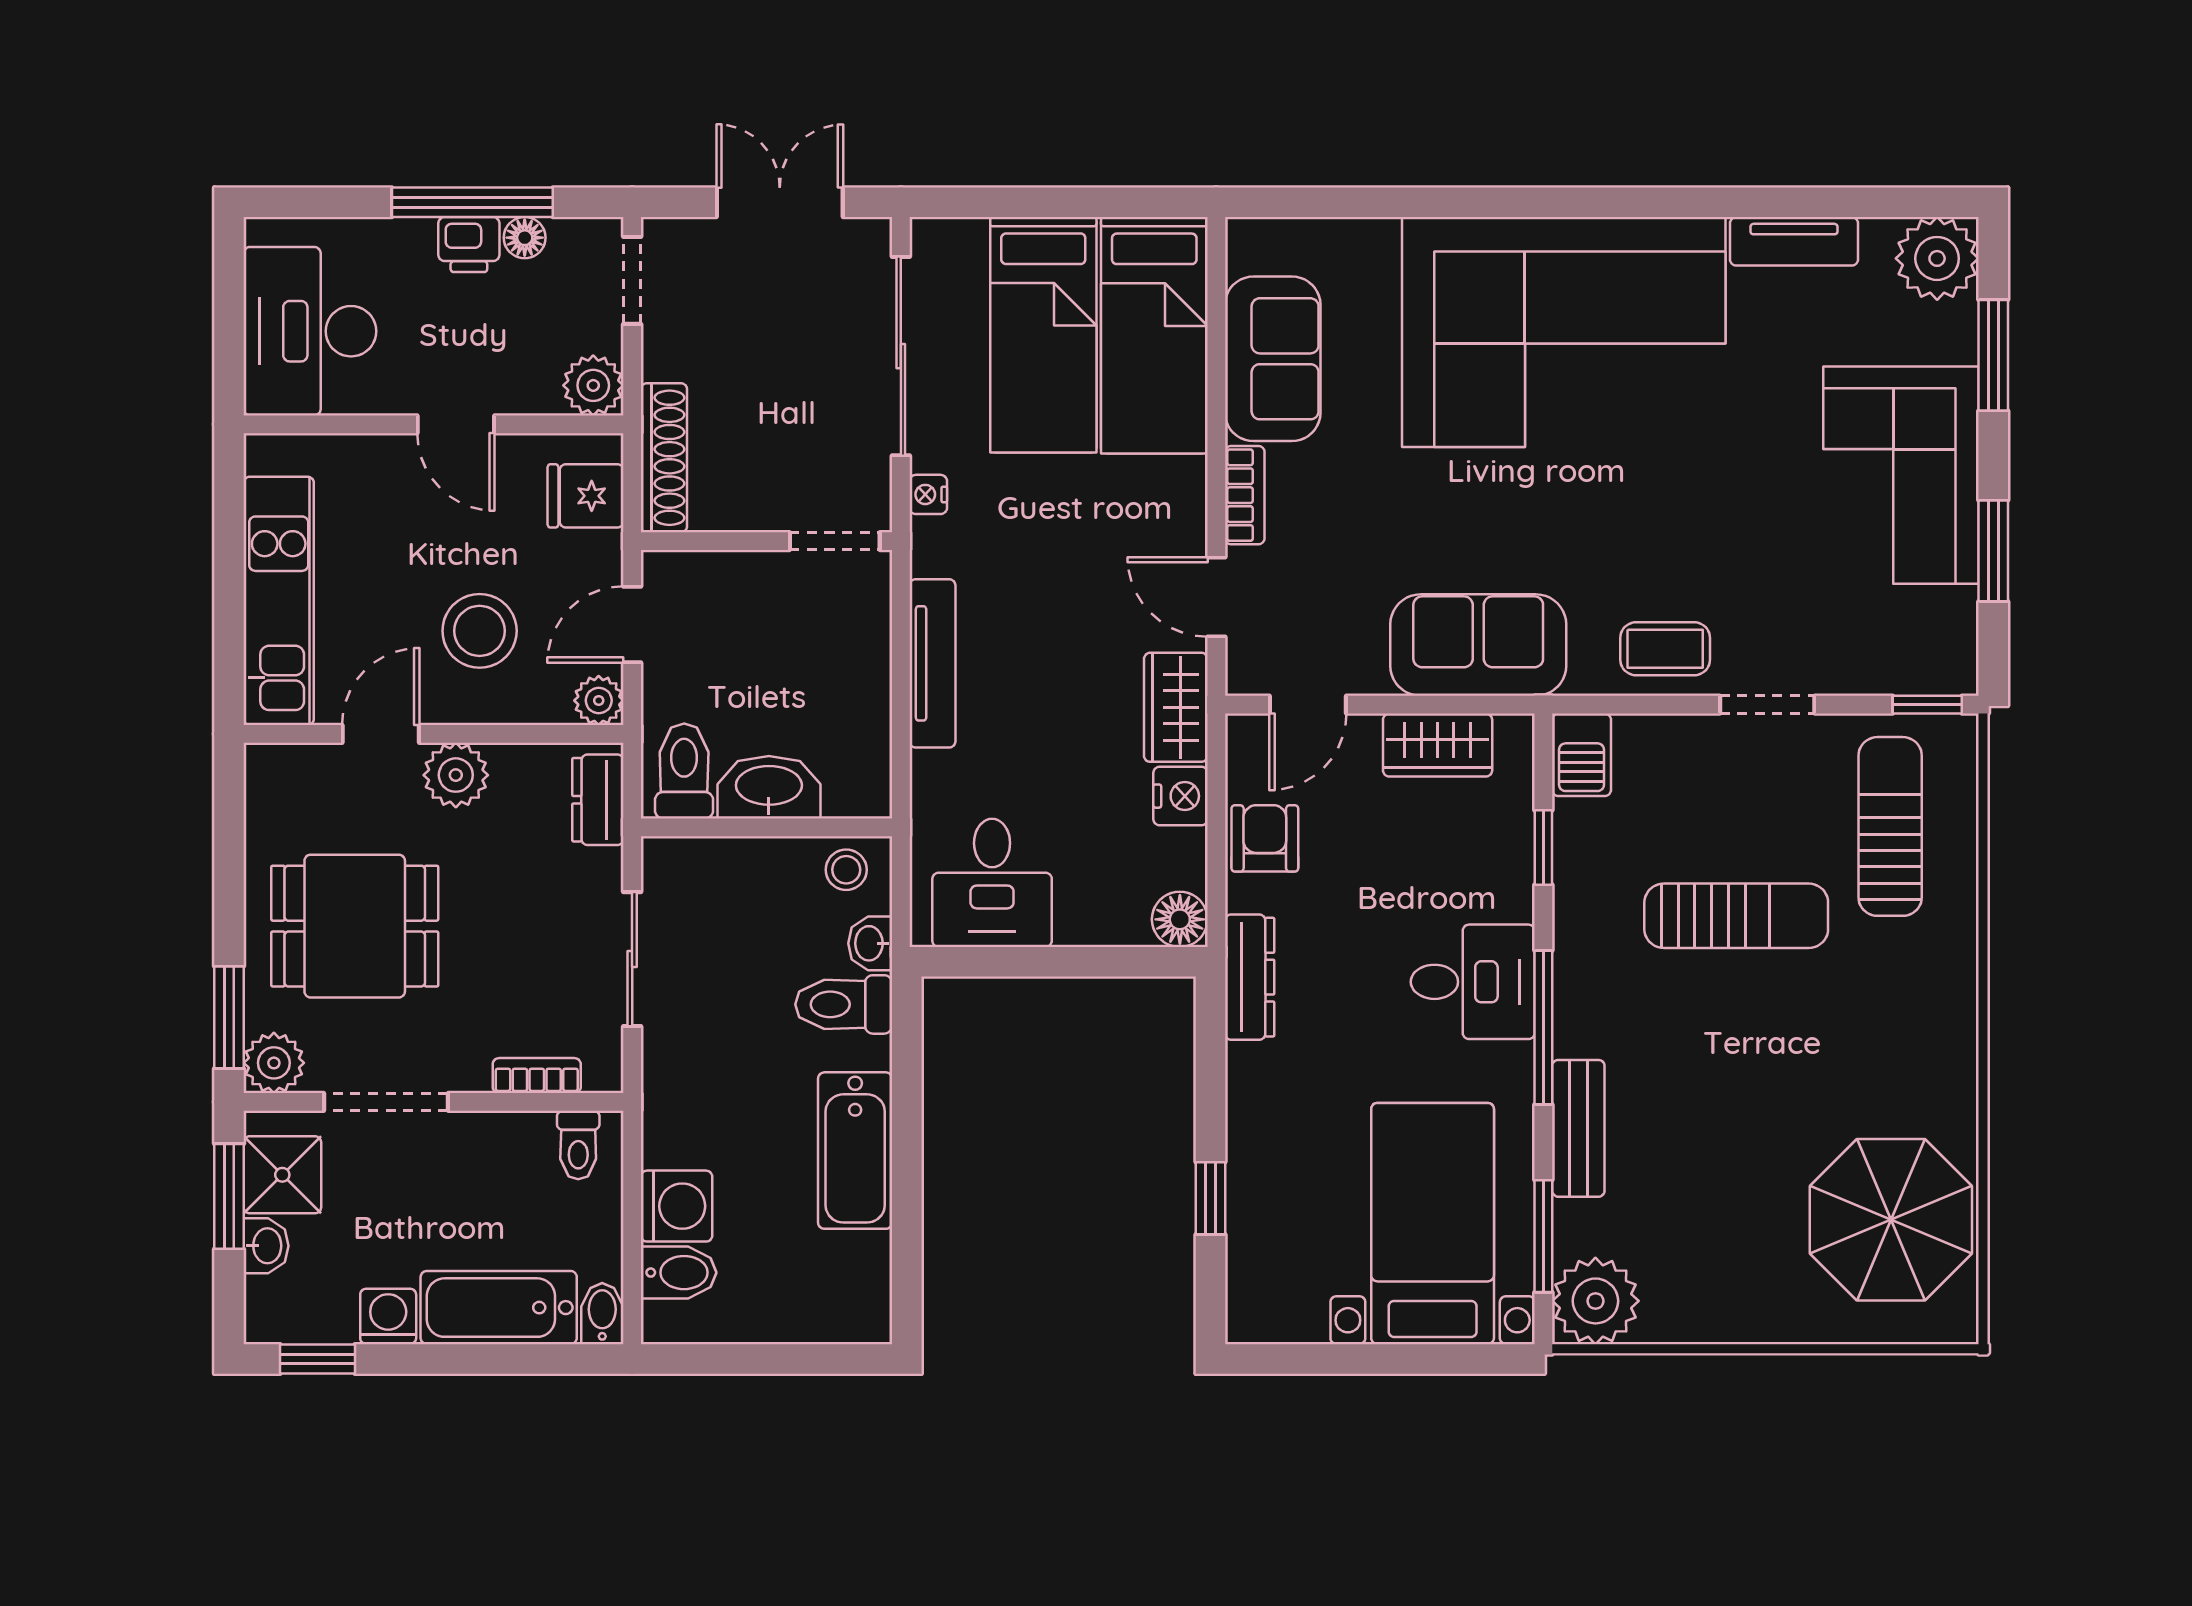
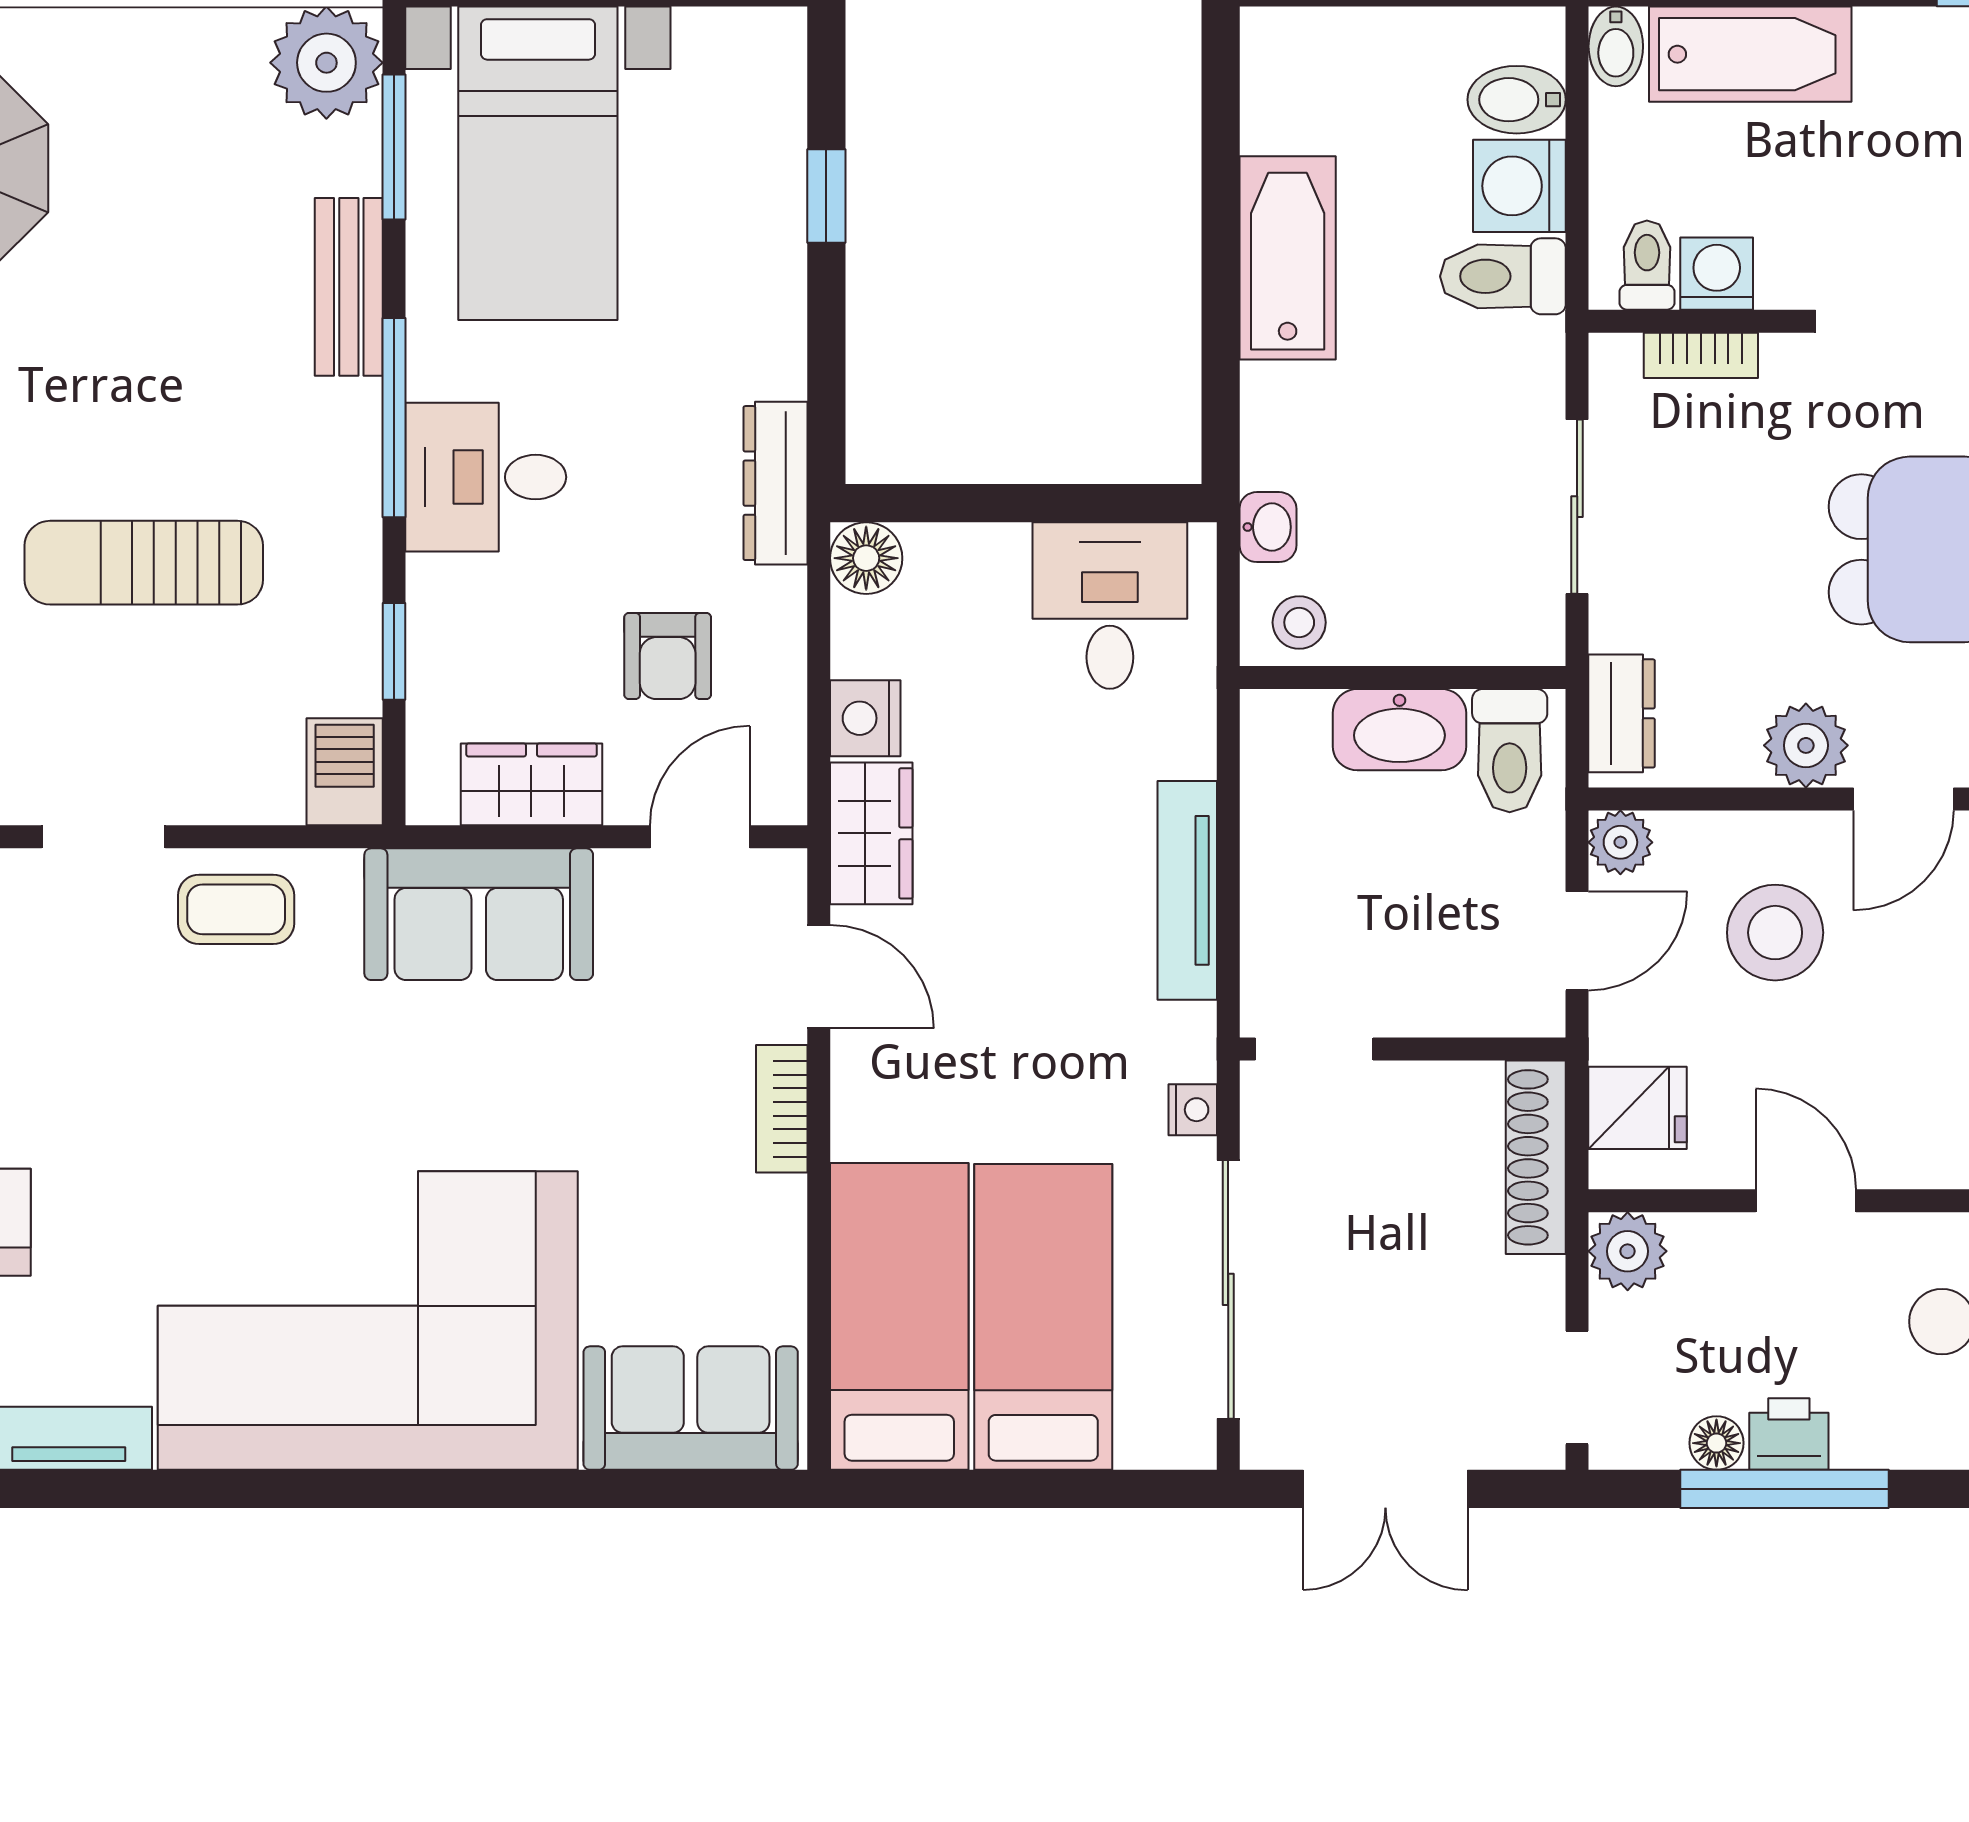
sofa: (1273, 359) -> (691, 1408), moved, turned 90
armchair: (1265, 838) -> (668, 656), moved
toilet: (844, 1004) -> (1503, 276), moved, turned 180
washing machine: (388, 1316) -> (1717, 274), moved, turned 180

